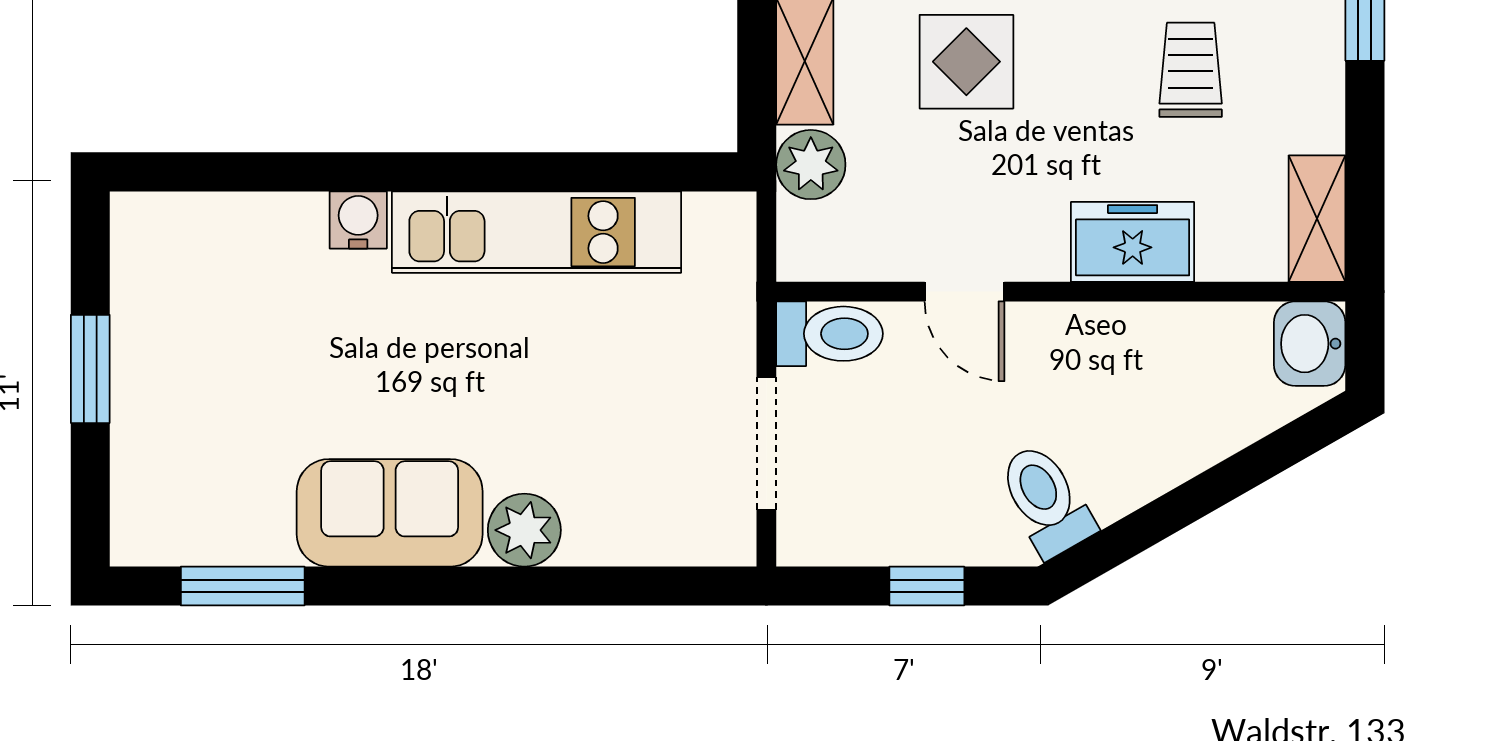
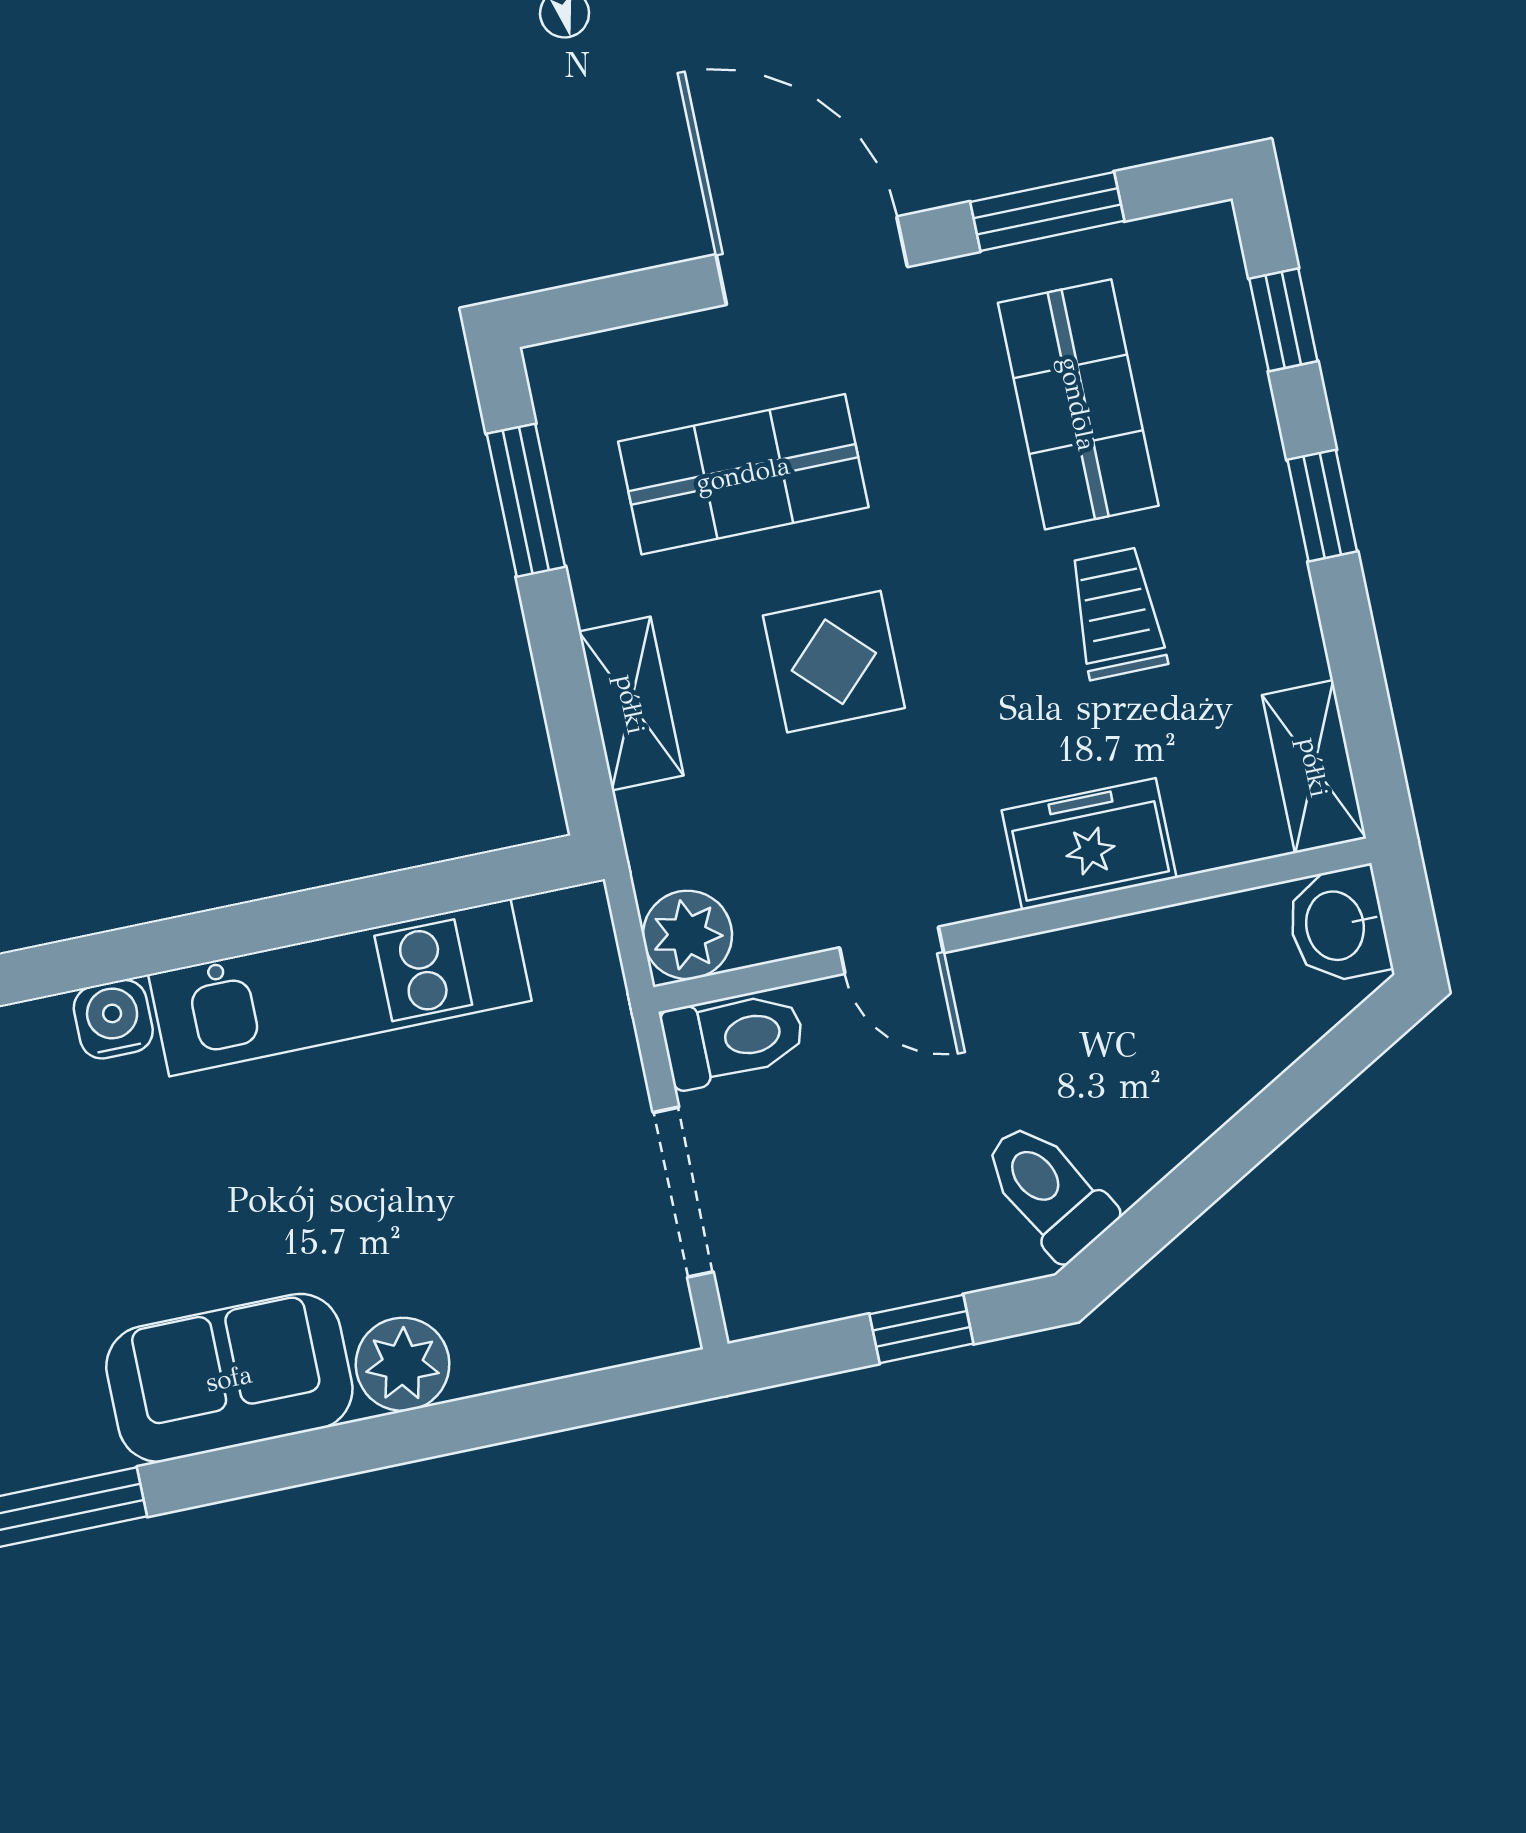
plant: (811, 165) -> (687, 935), moved

